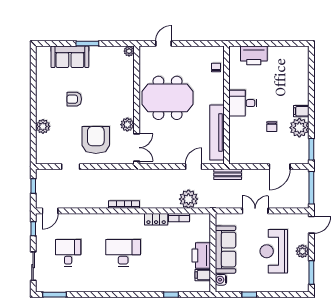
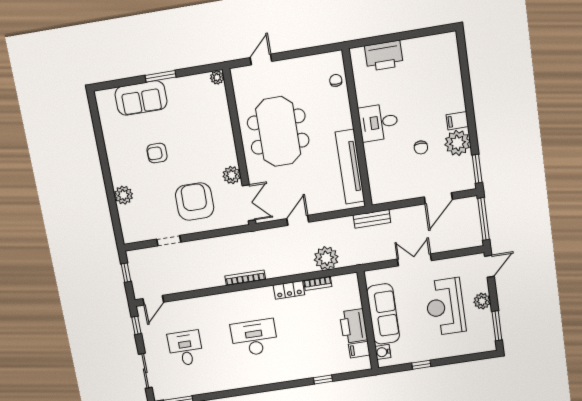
meeting table: (168, 98) -> (278, 132), turned 90
door: (194, 167) -> (298, 220), moved

